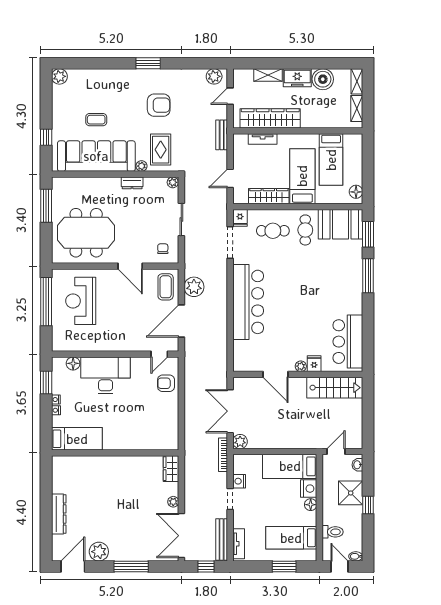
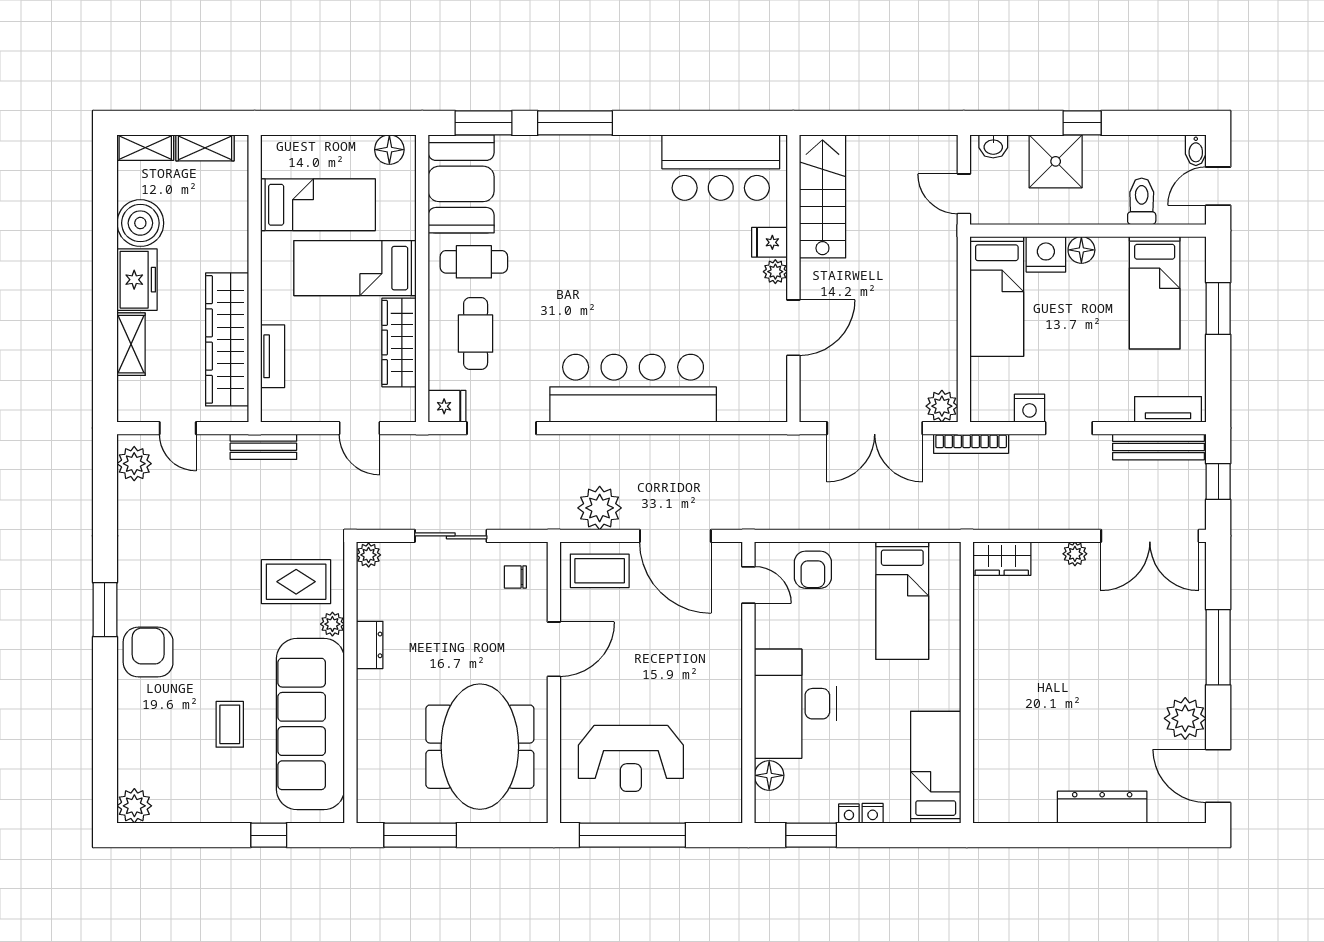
armchair: (159, 105) -> (148, 652), moved
bed: (152, 424) -> (902, 601), added

